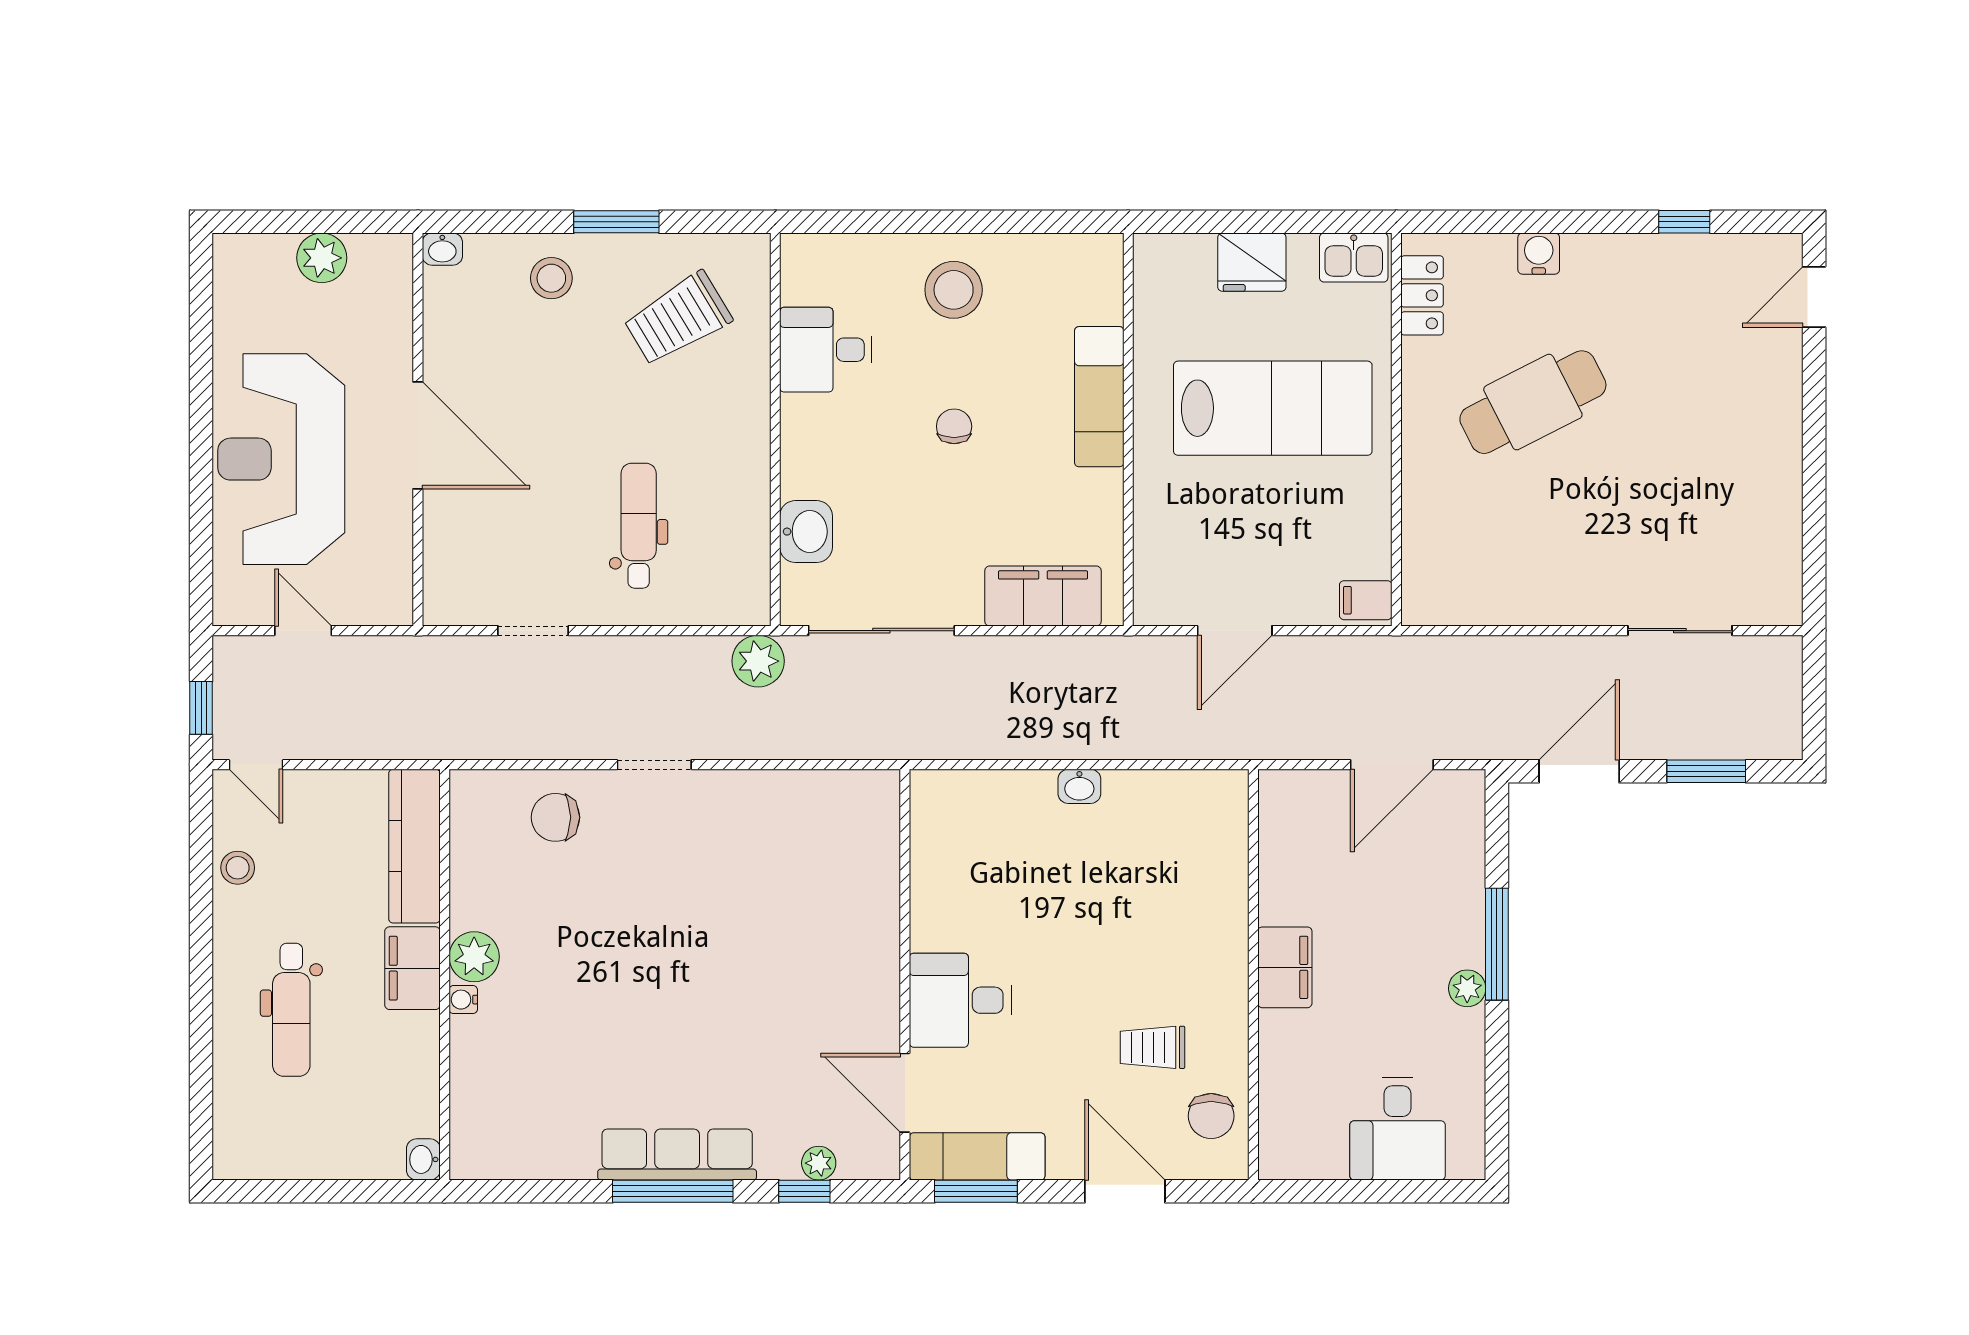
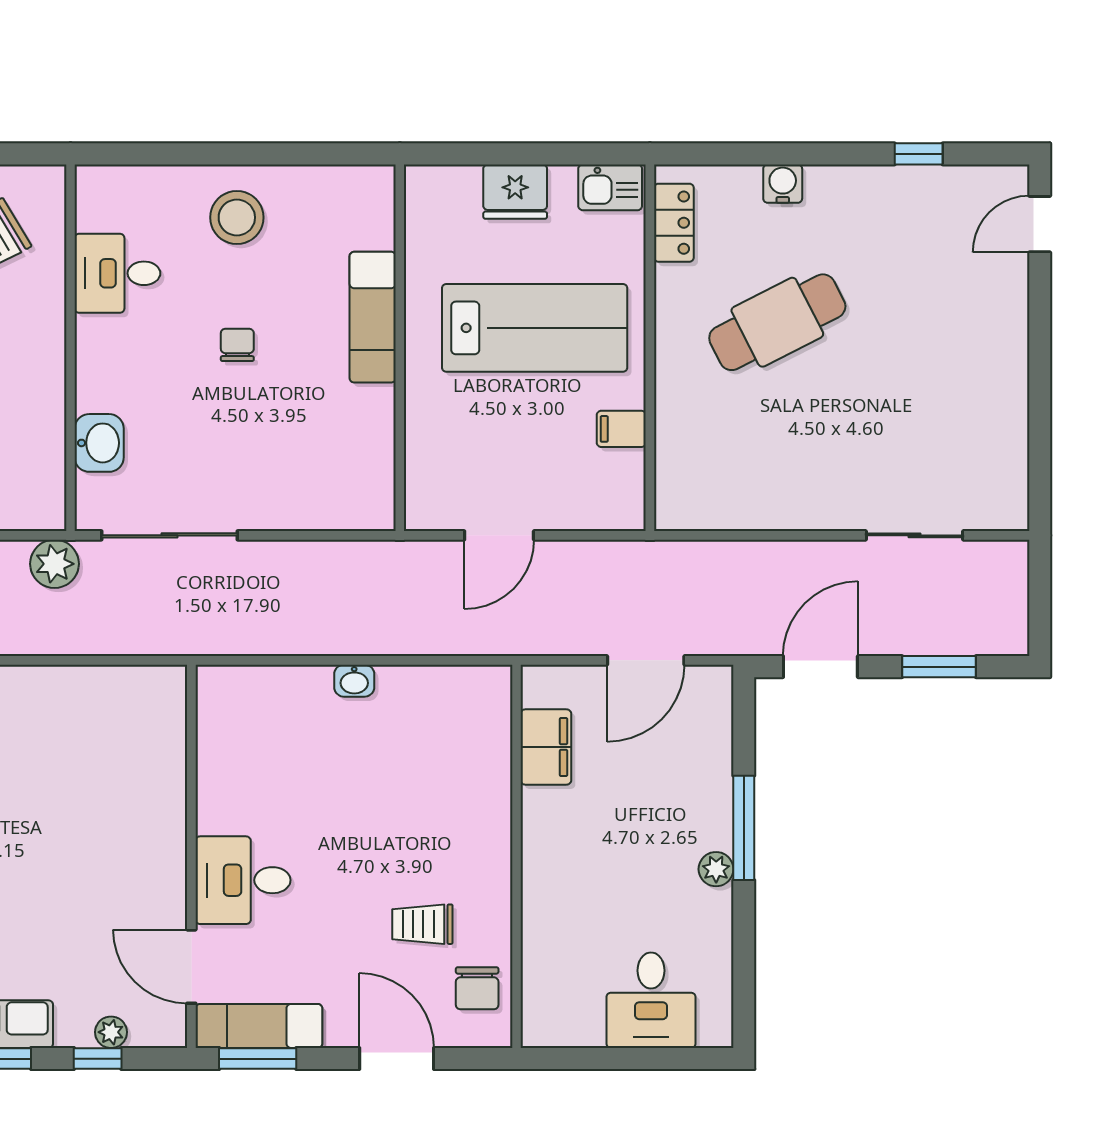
filing cabinet: (1043, 596) -> (320, 503), removed
filing cabinet: (1366, 600) -> (621, 429), moved
filing cabinet: (1285, 967) -> (546, 747), moved

